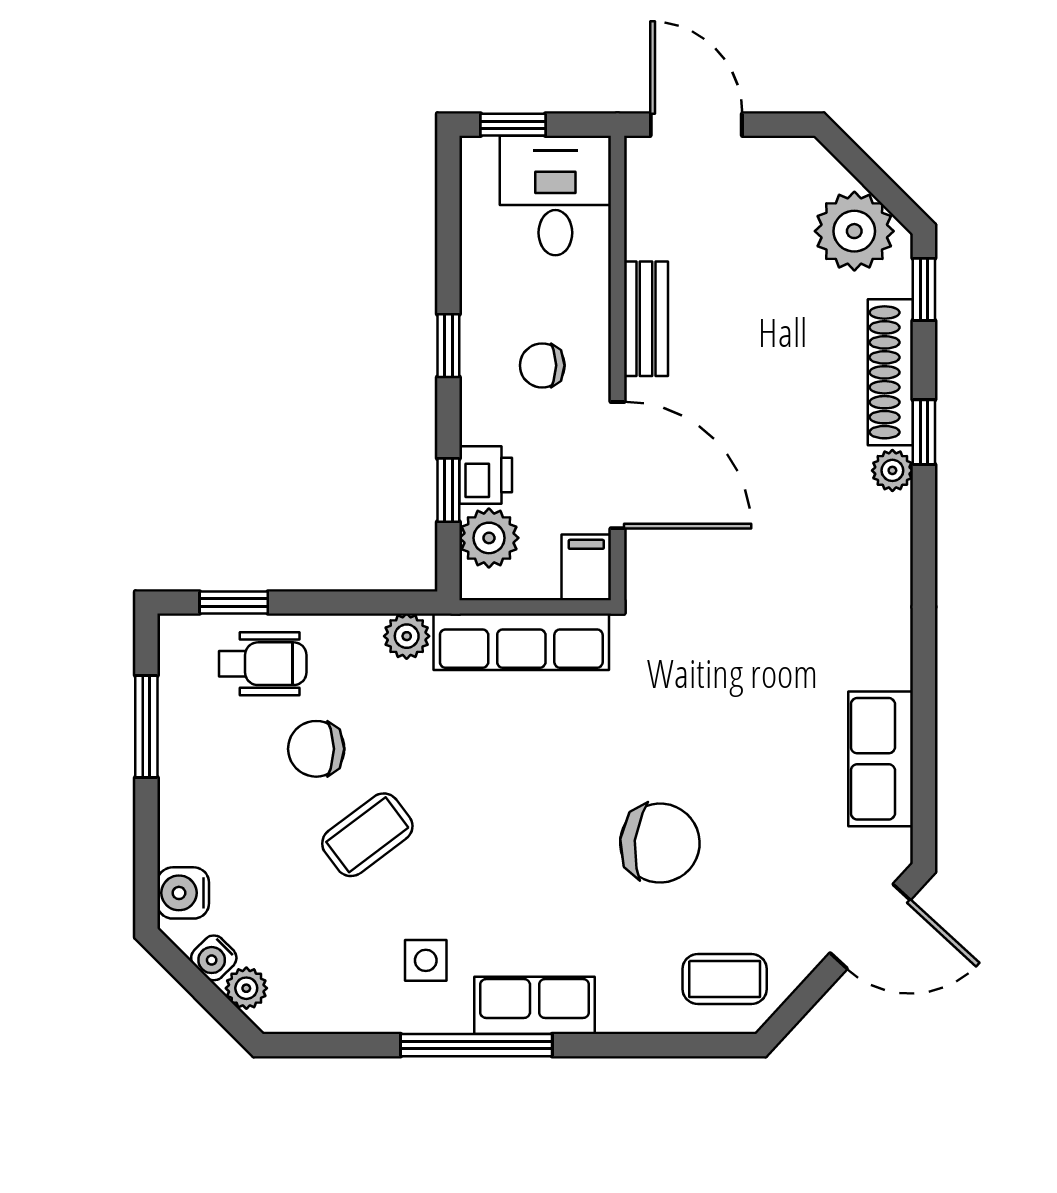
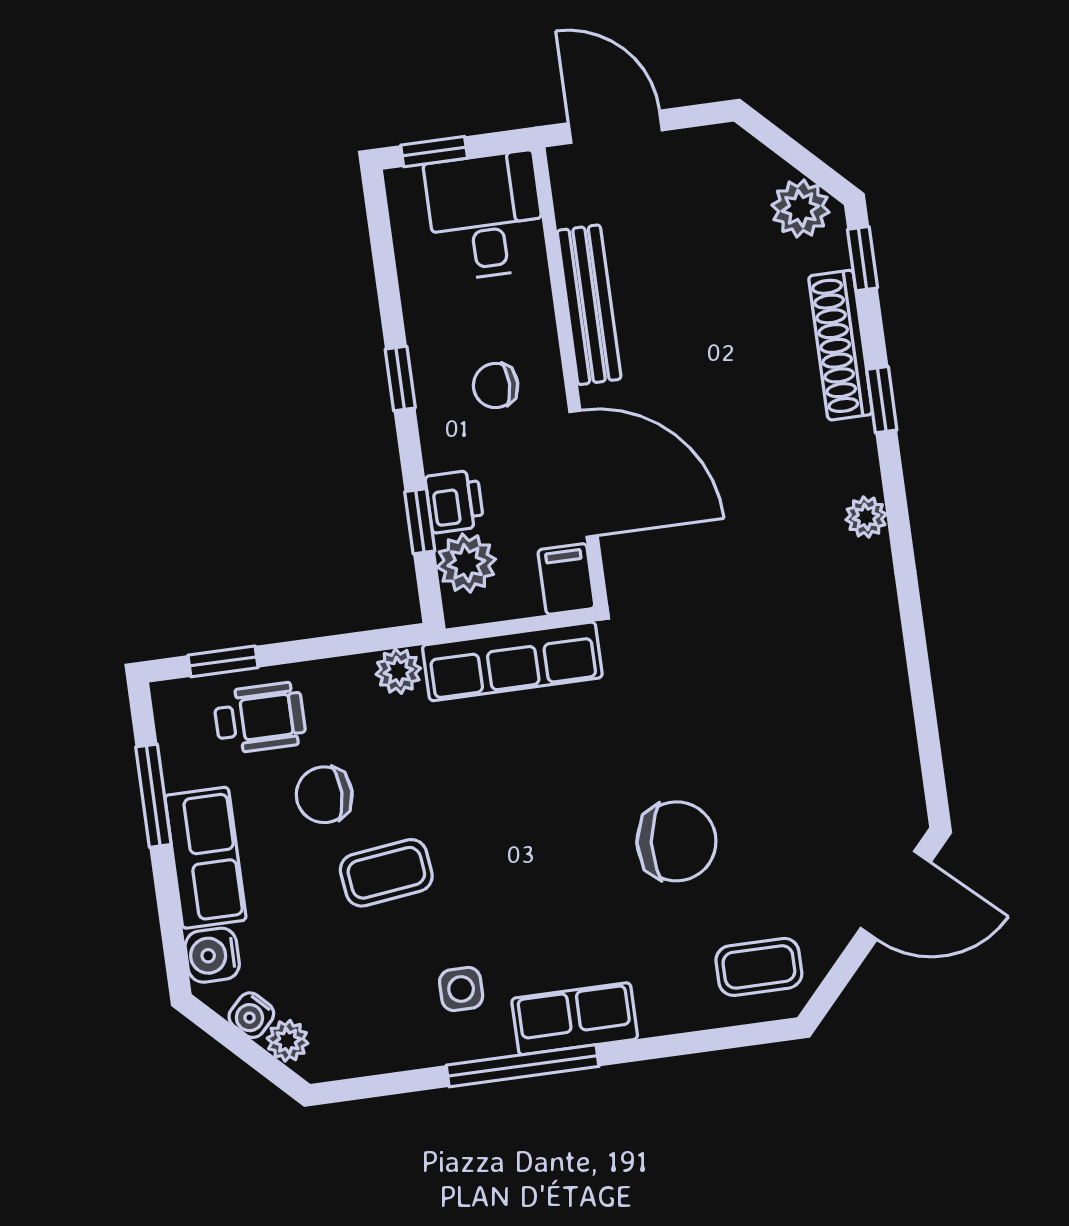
plant: (854, 231) -> (800, 209), width x0.73, depth x0.73
bench: (646, 319) -> (589, 305), width x1.36
plant: (892, 470) -> (866, 517), moved
row of seats: (881, 759) -> (205, 858), moved, turned 180
coffee table: (367, 835) -> (386, 873), turned 30

